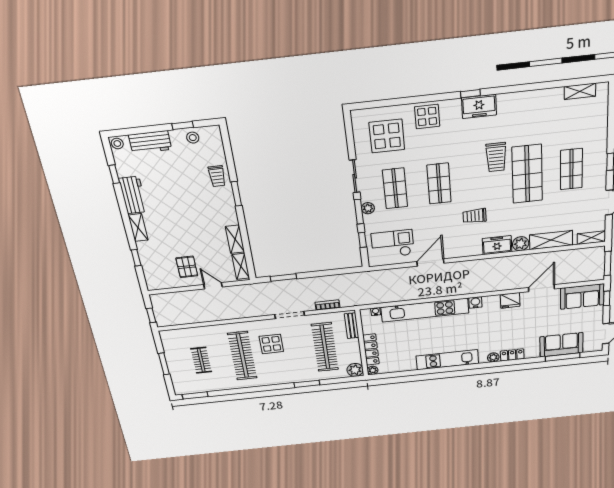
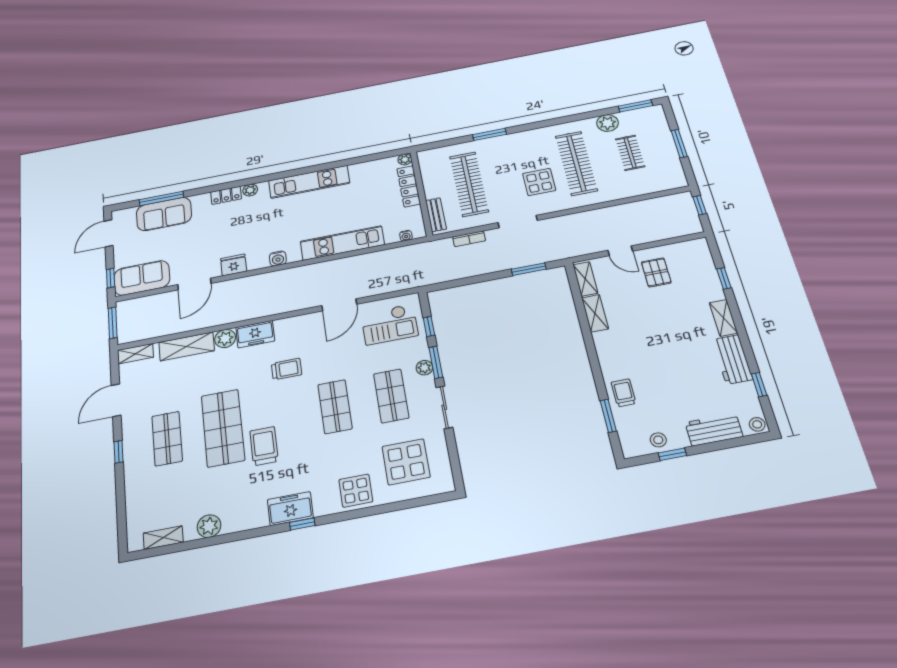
plant: (543, 98) -> (209, 526), added
window: (236, 194) -> (608, 416), moved
kitchen unit: (425, 310) -> (342, 243), width x0.73
plant: (355, 370) -> (607, 123), moved

